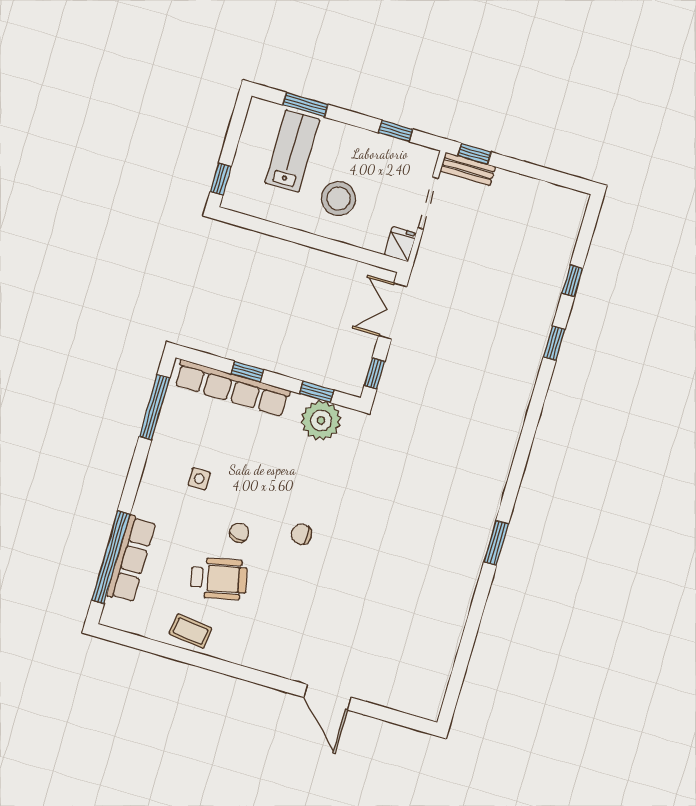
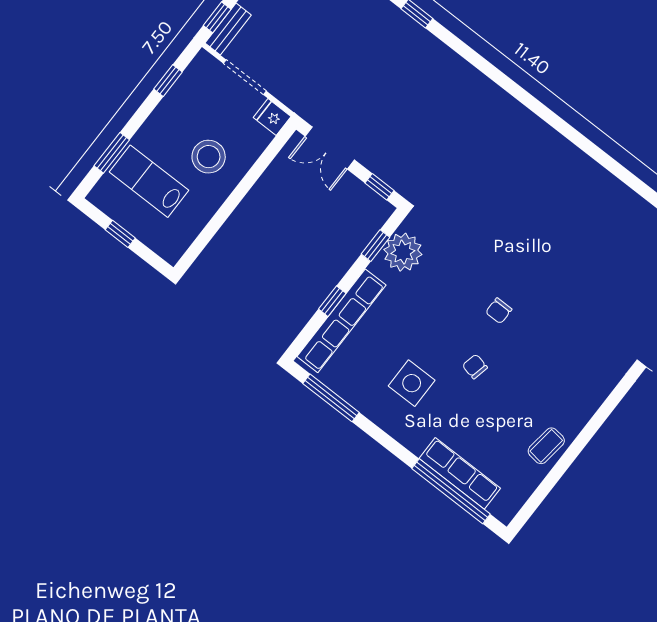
window: (221, 179) -> (120, 234), moved
side table: (199, 479) -> (412, 383), width x1.87, depth x1.87
window: (496, 543) -> (576, 138), removed
wheelchair: (219, 579) -> (509, 401), removed

